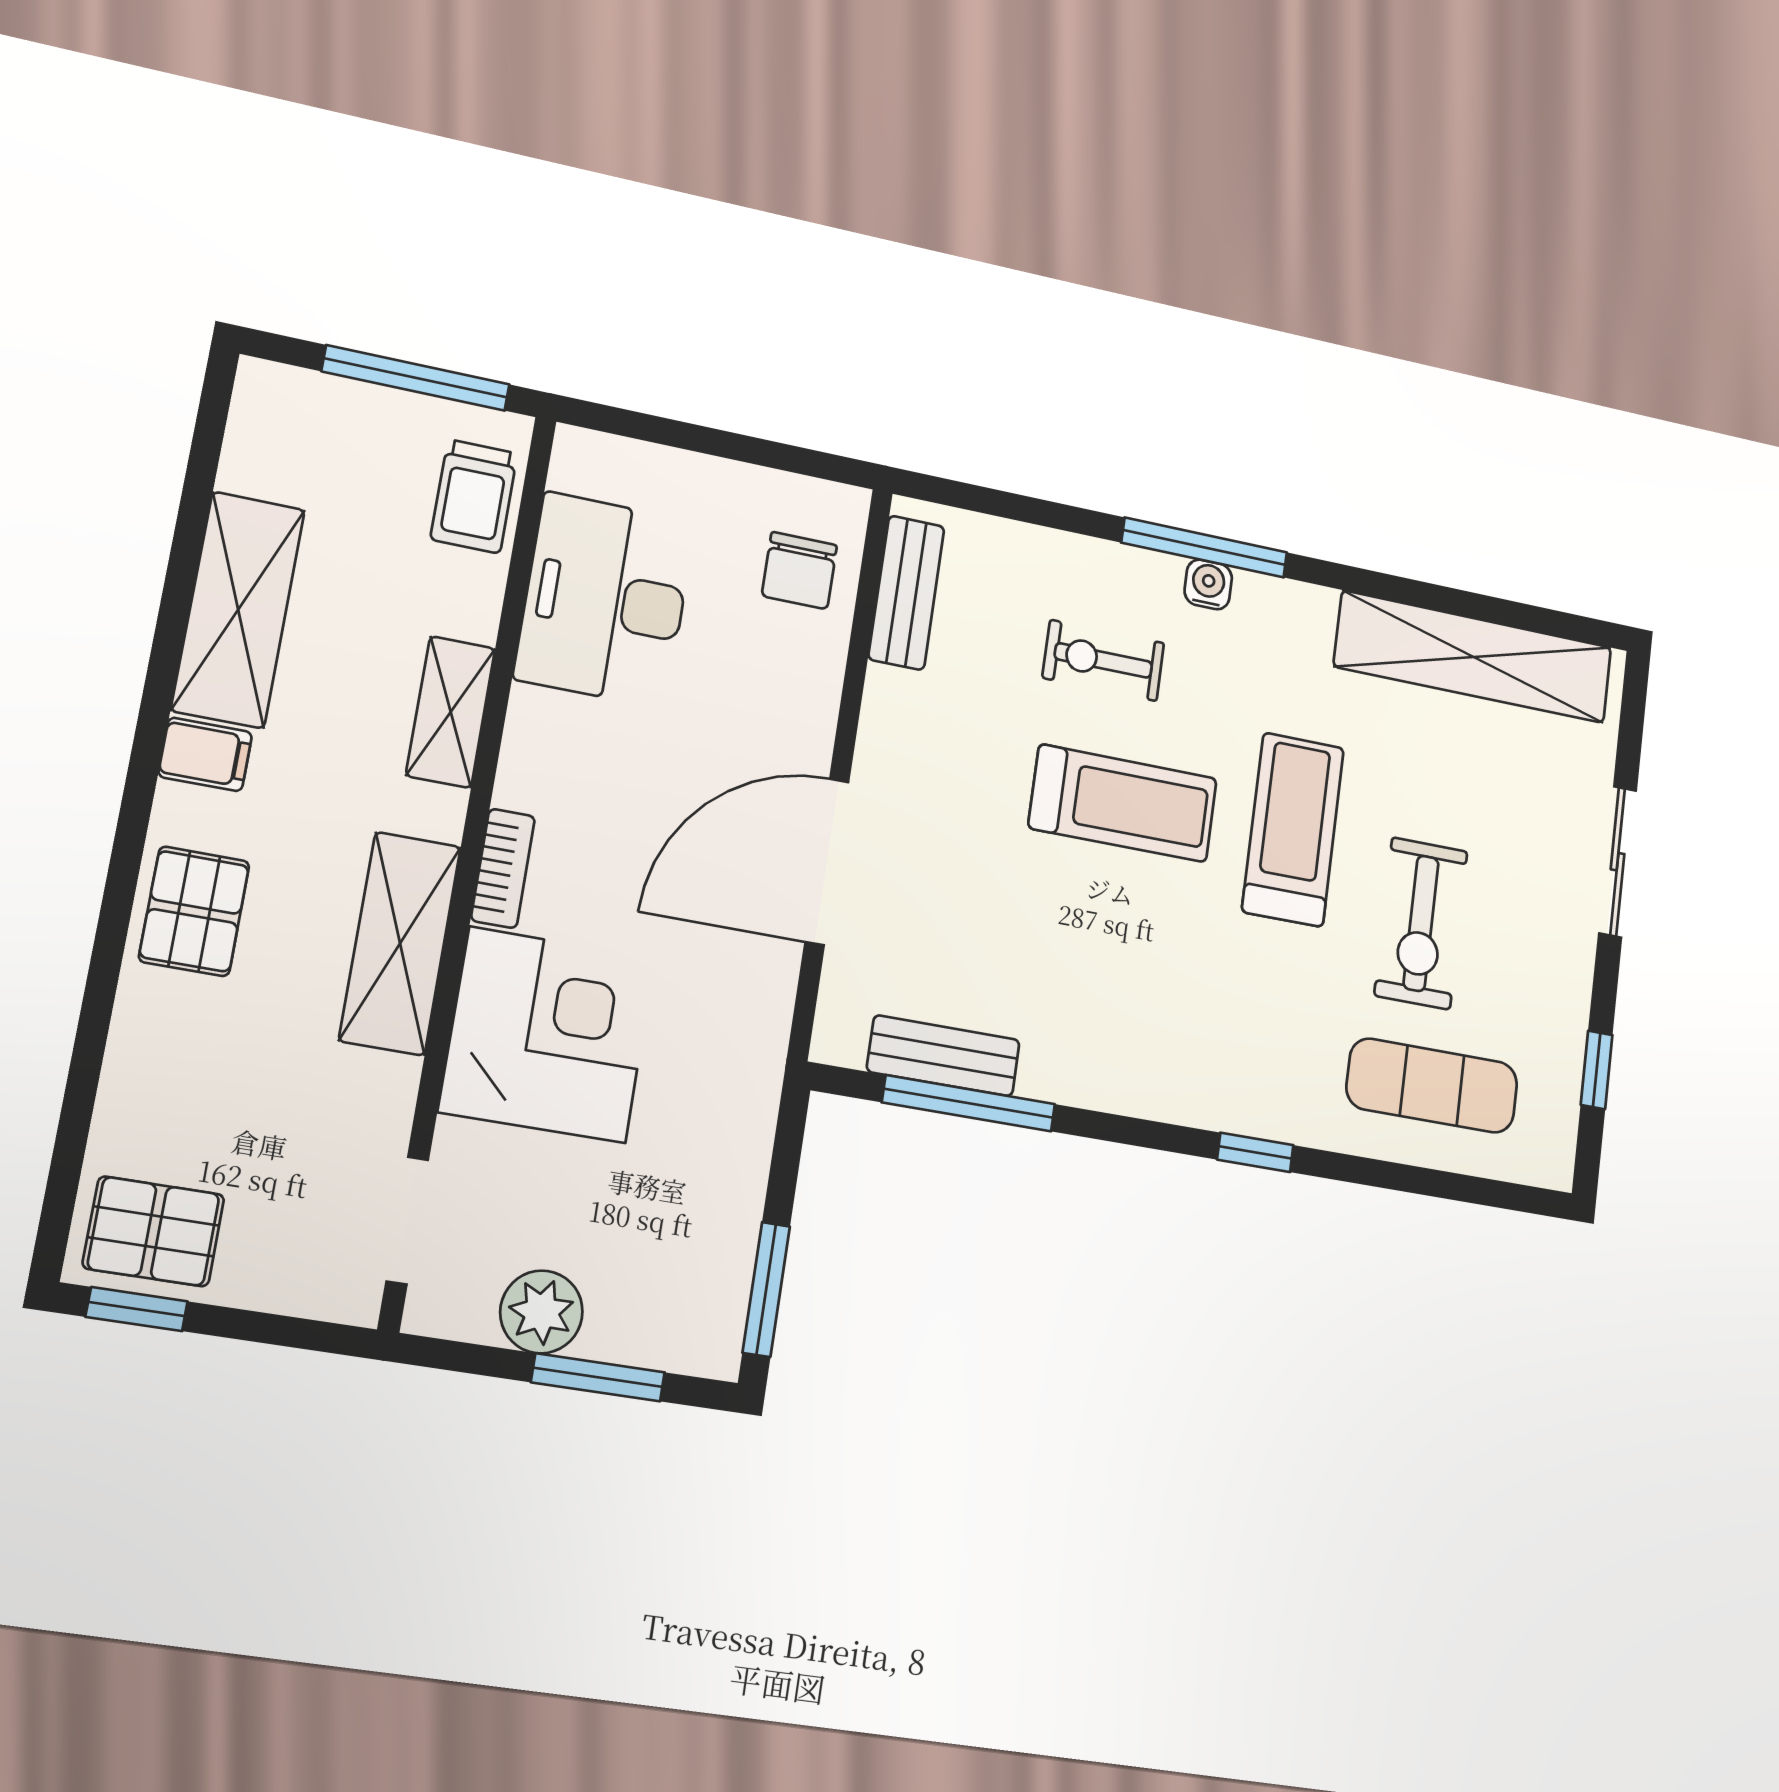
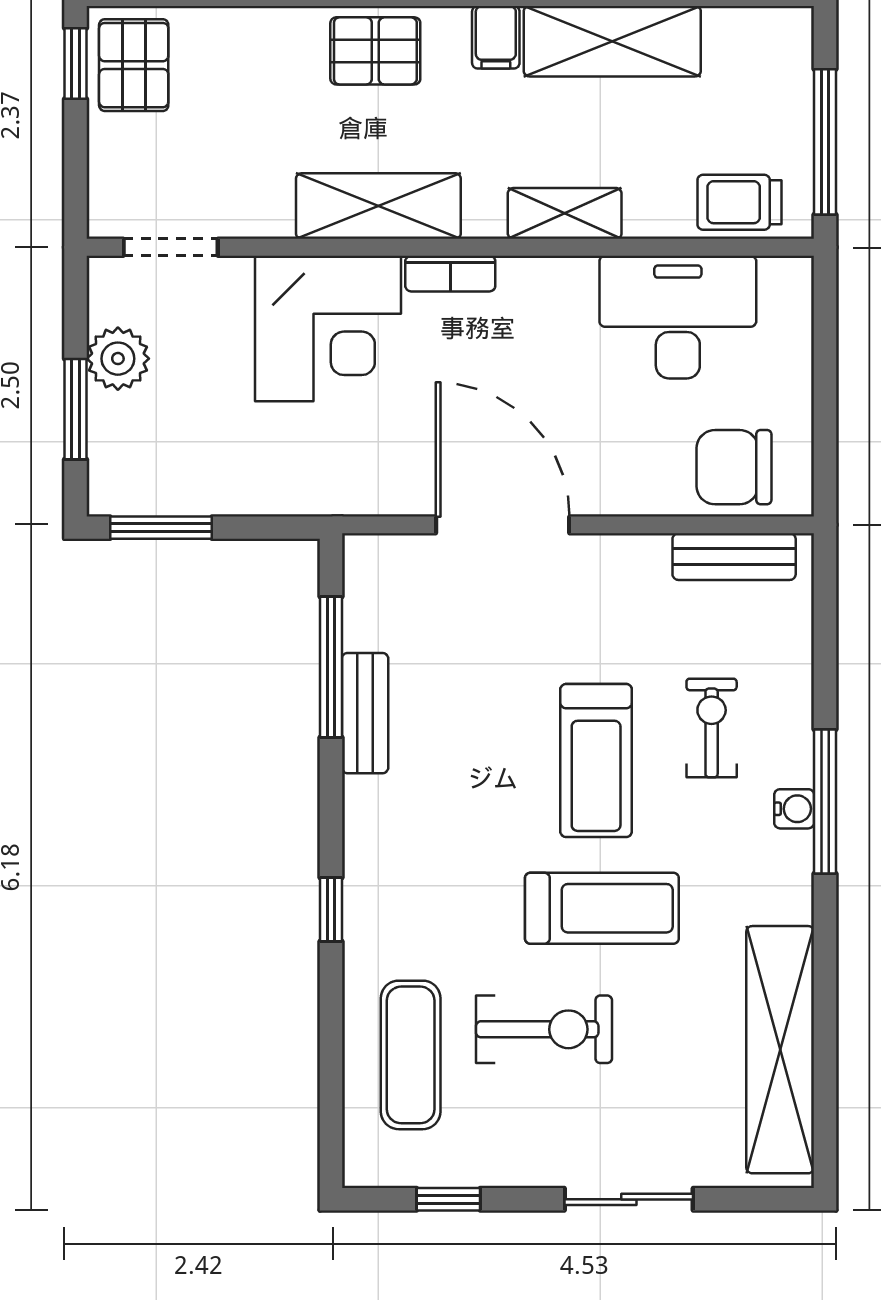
chair: (799, 571) -> (734, 467), width x1.37, depth x1.37
exercise bike: (1421, 923) -> (544, 1029), turned 180
bench: (943, 1056) -> (365, 713), moved

